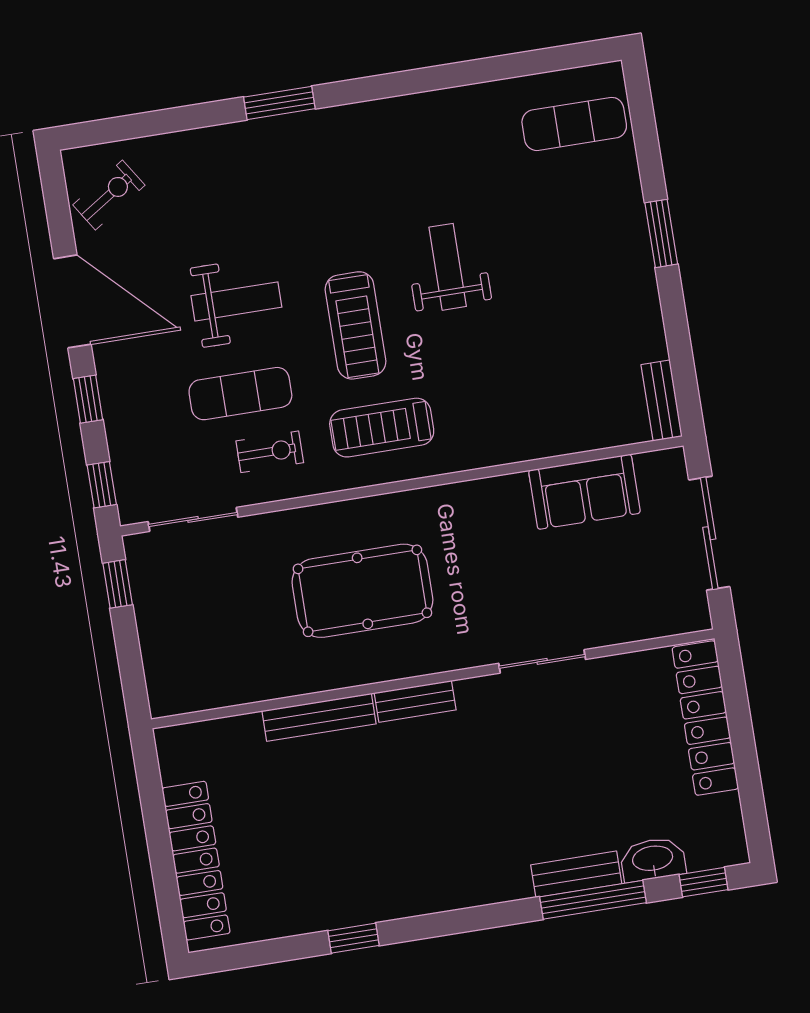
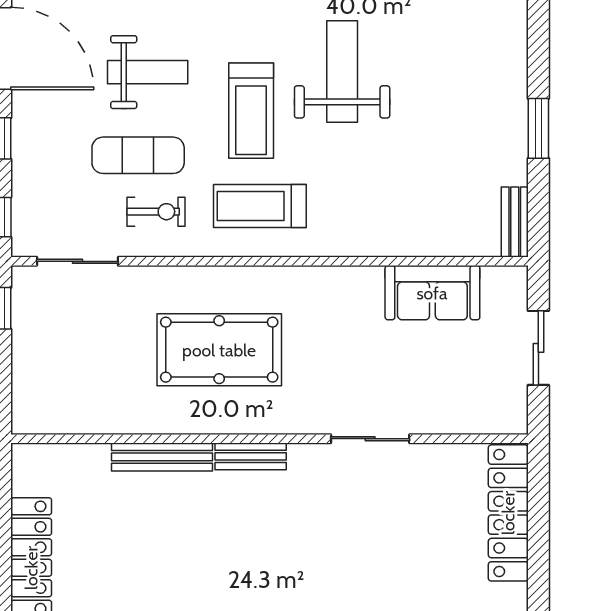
window: (661, 233) -> (538, 128), moved
weight bench: (448, 267) -> (342, 71), width x1.36, depth x1.33
sliding door: (709, 533) -> (538, 348), width x0.73

